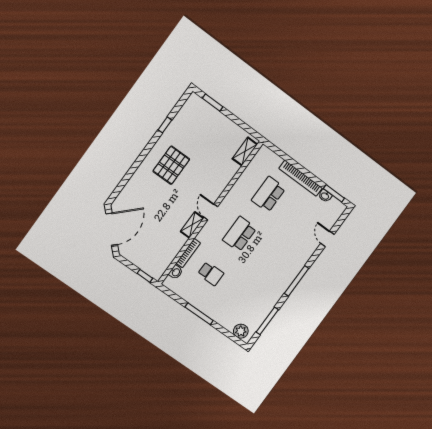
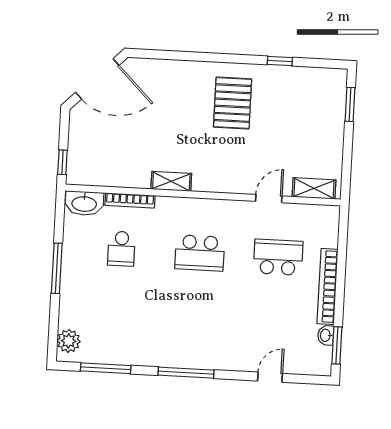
pallet: (171, 165) -> (233, 103), turned 90
door: (211, 212) -> (269, 199), moved
school desk: (240, 234) -> (200, 253), turned 180
washbasin: (176, 272) -> (84, 203), width x1.91, depth x1.45

